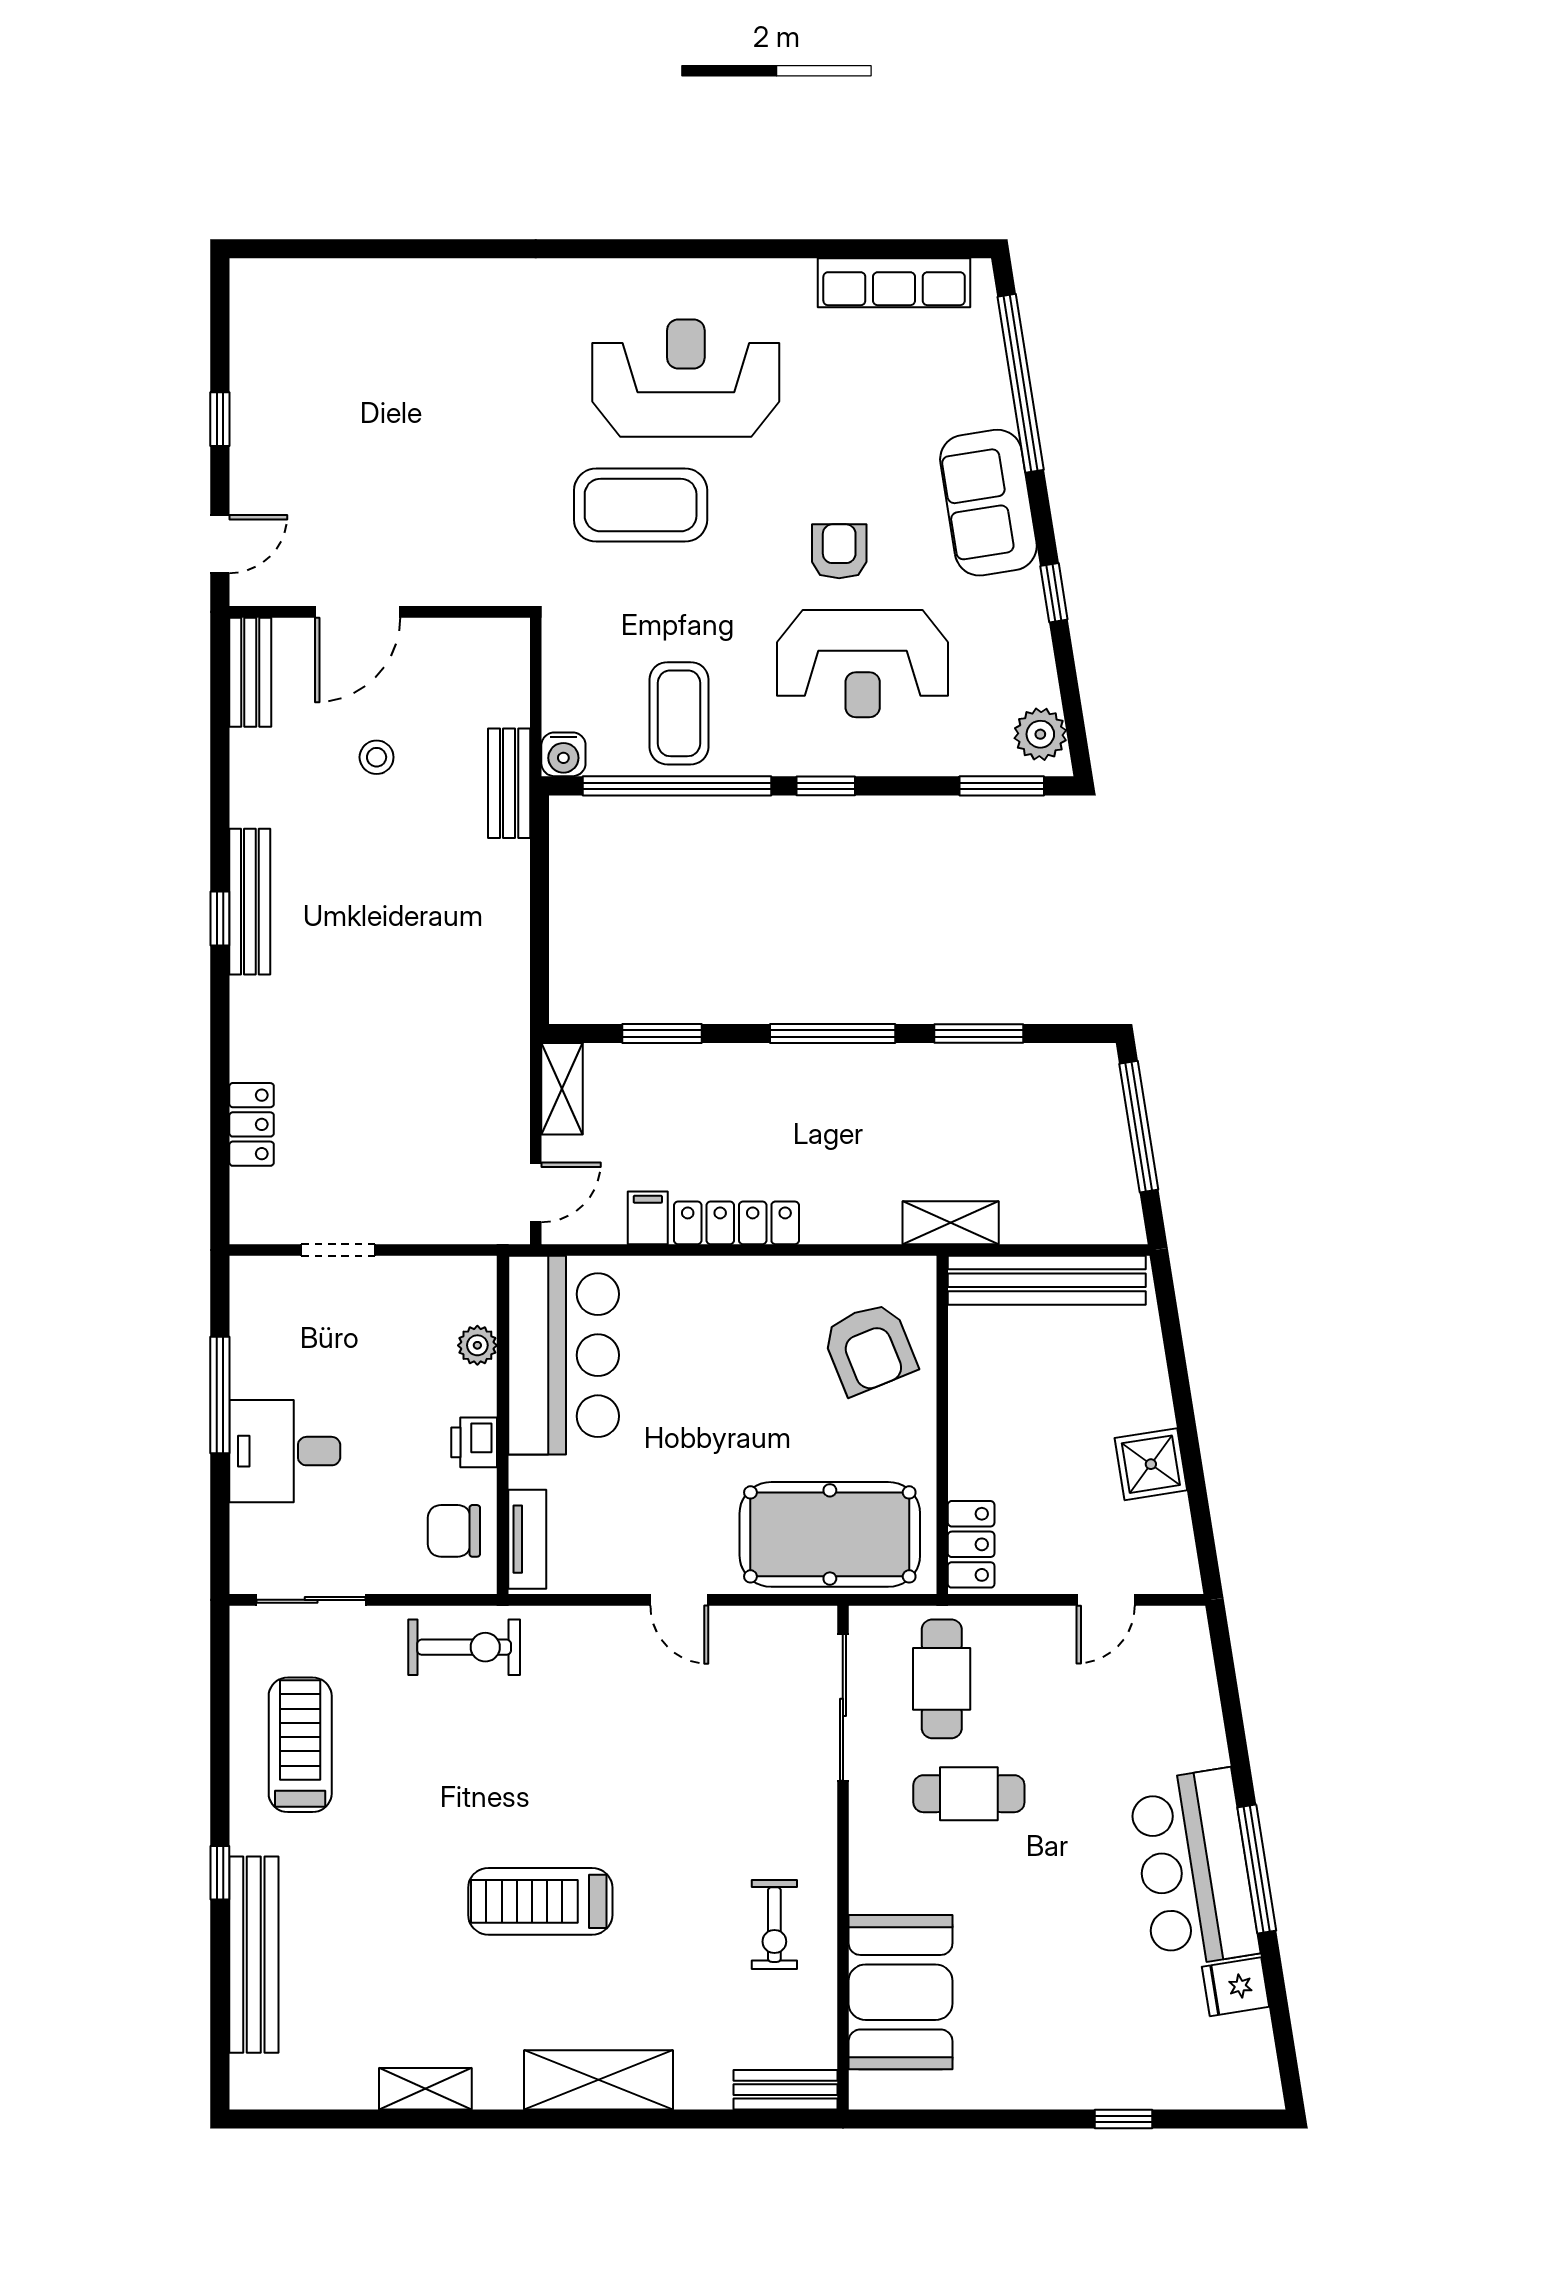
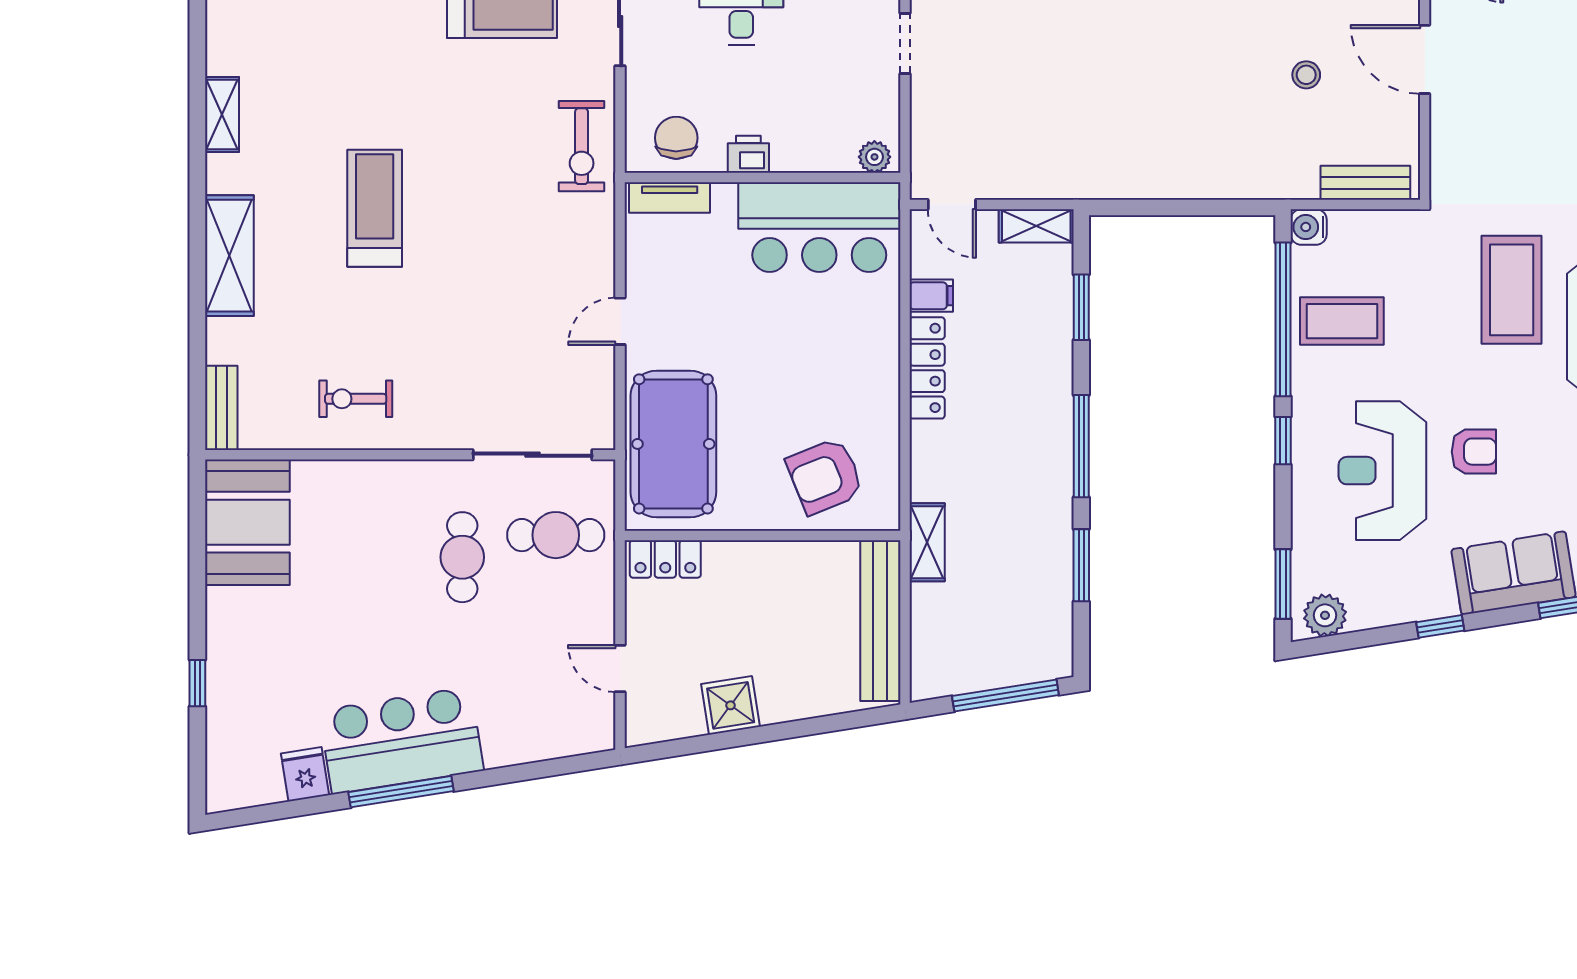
bench: (509, 783) -> (1365, 183), moved
plant: (477, 1345) -> (874, 157), moved
booth: (901, 1992) -> (247, 522), moved, turned 90

